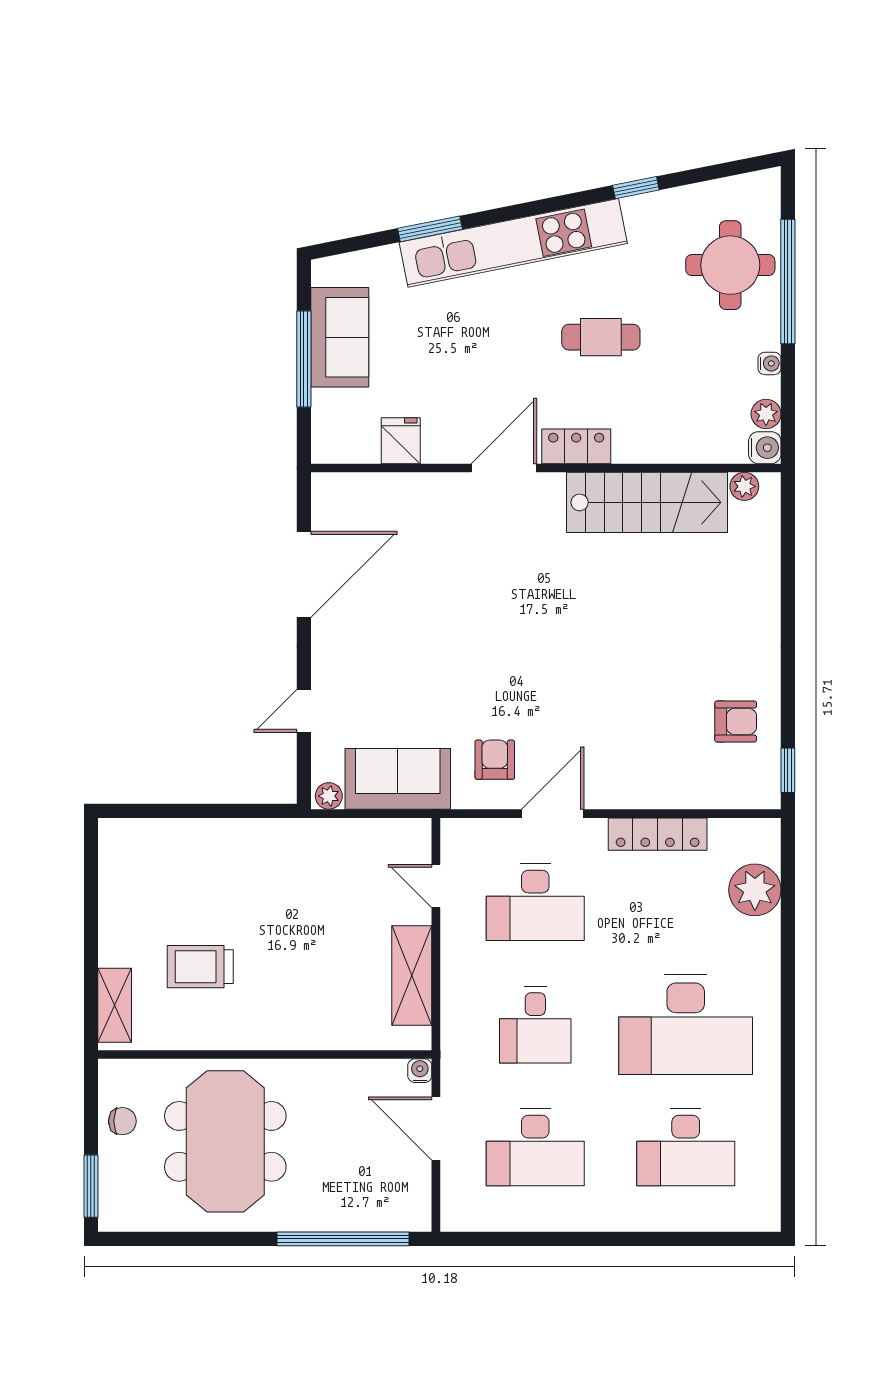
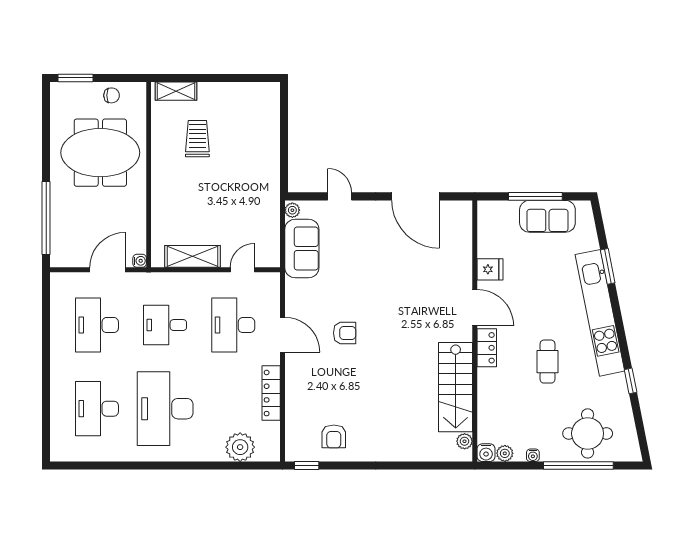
fridge: (401, 441) -> (490, 269), moved
armchair: (495, 760) -> (345, 333), moved
chair: (122, 1121) -> (112, 95), turned -90

